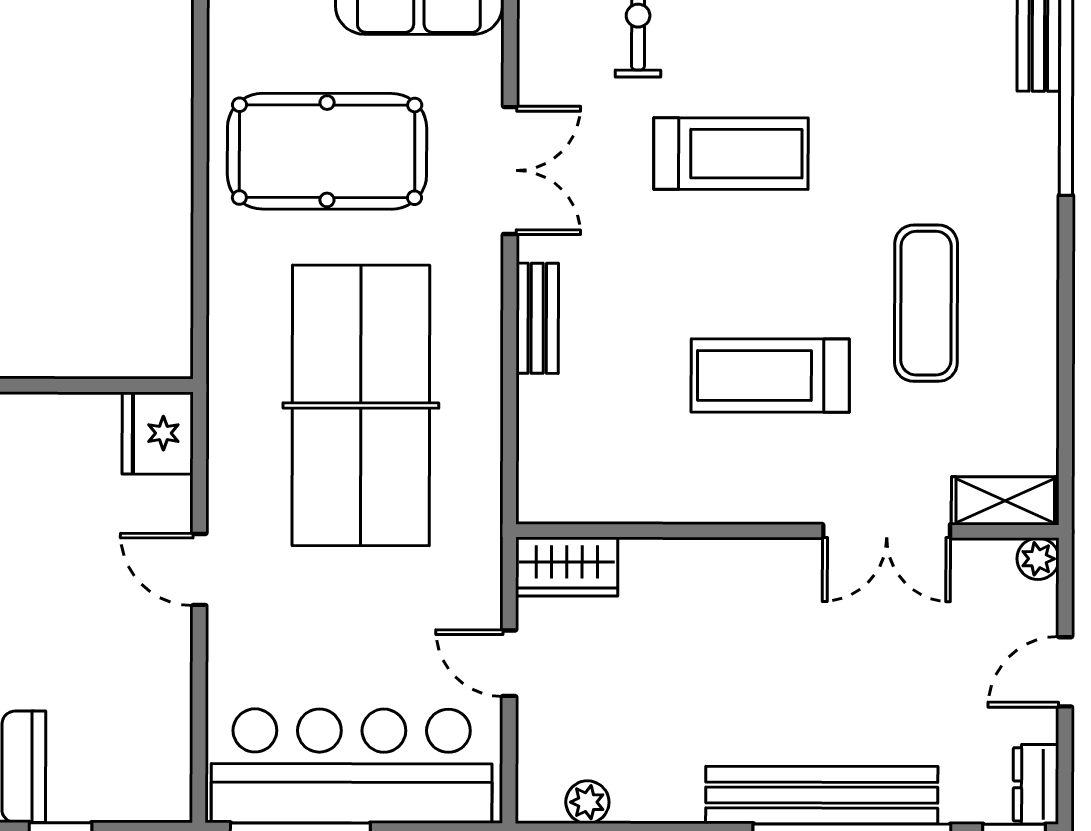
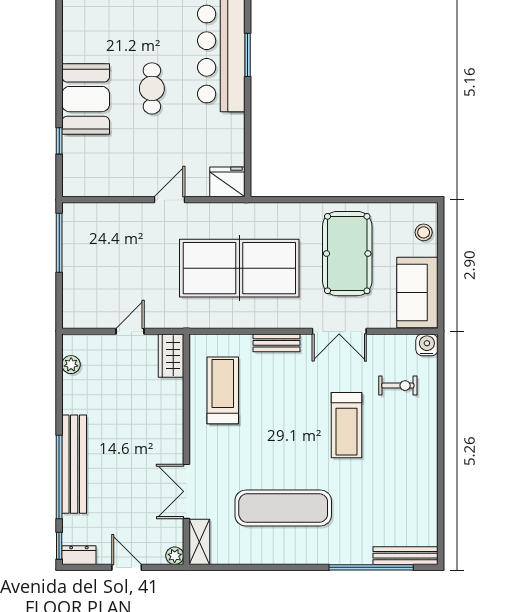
exercise mat: (926, 303) -> (283, 508), width x1.36, depth x1.45
treadmill: (770, 376) -> (223, 390), moved
bar counter: (352, 766) -> (86, 264), removed

